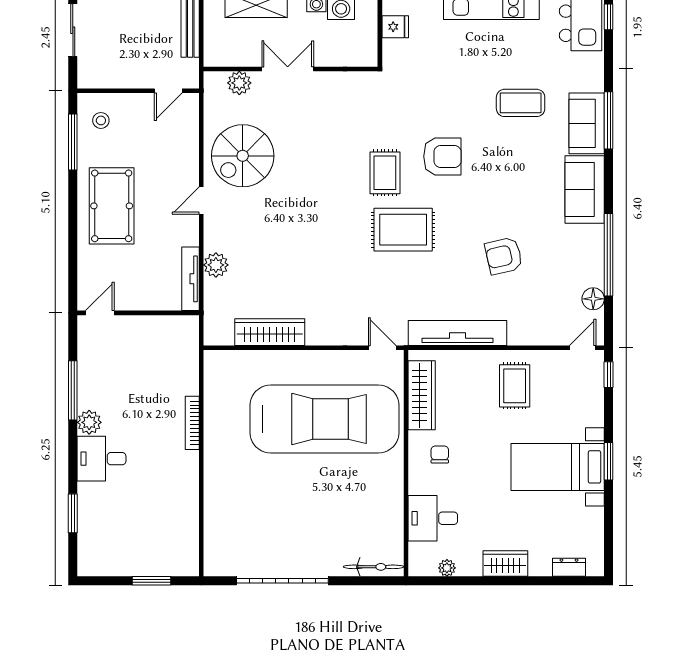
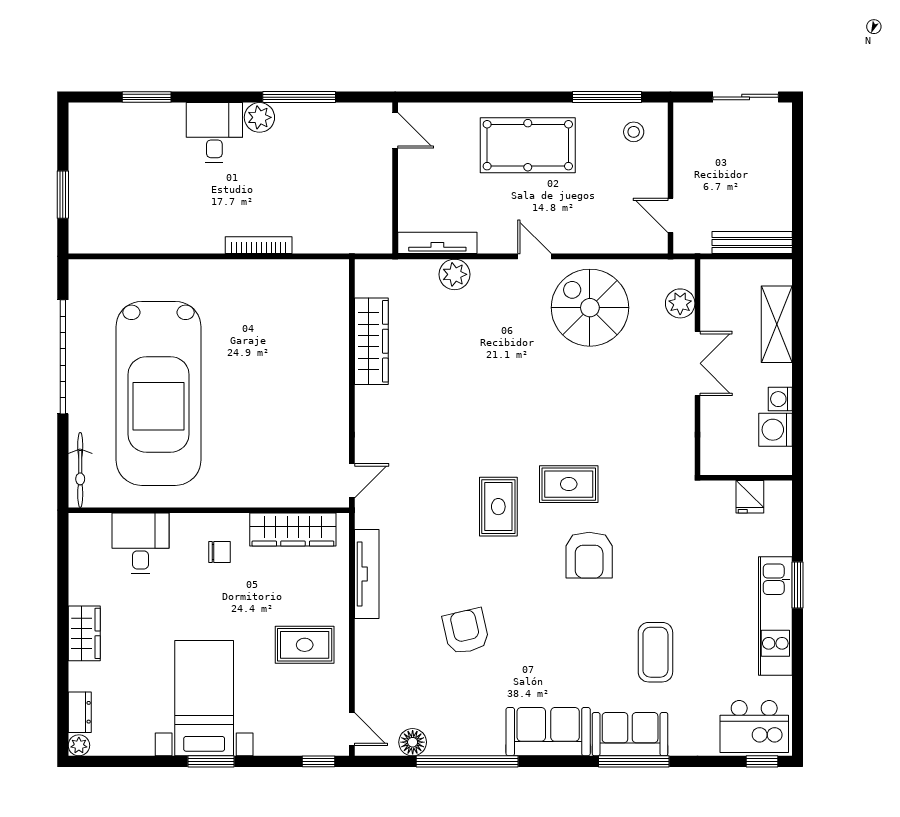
rug: (403, 230) -> (498, 507), width x0.73, depth x0.70
tv unit: (457, 333) -> (367, 574), width x0.73, depth x0.78
car: (324, 419) -> (159, 393), moved
plant: (447, 568) -> (79, 745), moved

